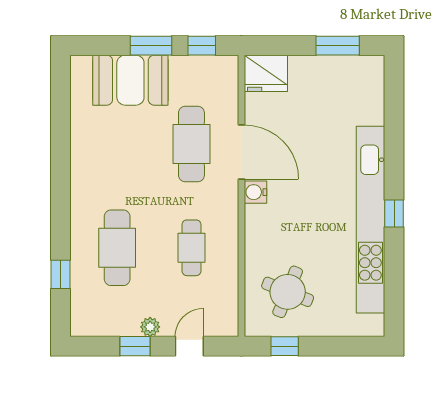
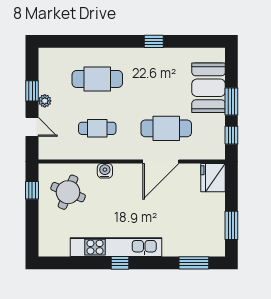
window: (394, 102) -> (194, 263), added
water cooler: (255, 192) -> (105, 171), moved
kitchen unit: (370, 220) -> (116, 247), width x0.73
window: (61, 274) -> (154, 41), moved

